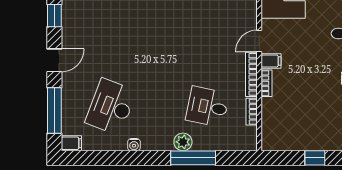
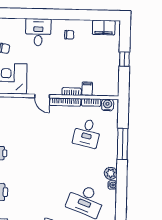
filing cabinet: (271, 61) -> (87, 89), moved
water cooler: (249, 135) -> (107, 105), added
plant: (183, 142) -> (111, 173), moved

